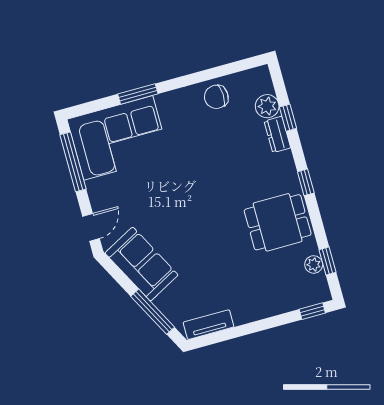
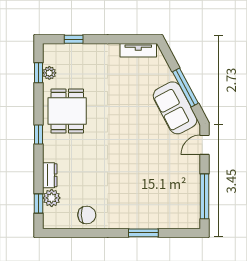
window: (288, 118) -> (39, 204), moved
corner sofa: (118, 138) -> (167, 205), removed
dining table: (278, 222) -> (67, 111), turned 90
window: (312, 311) -> (74, 39), moved
window: (153, 312) -> (185, 88), moved

